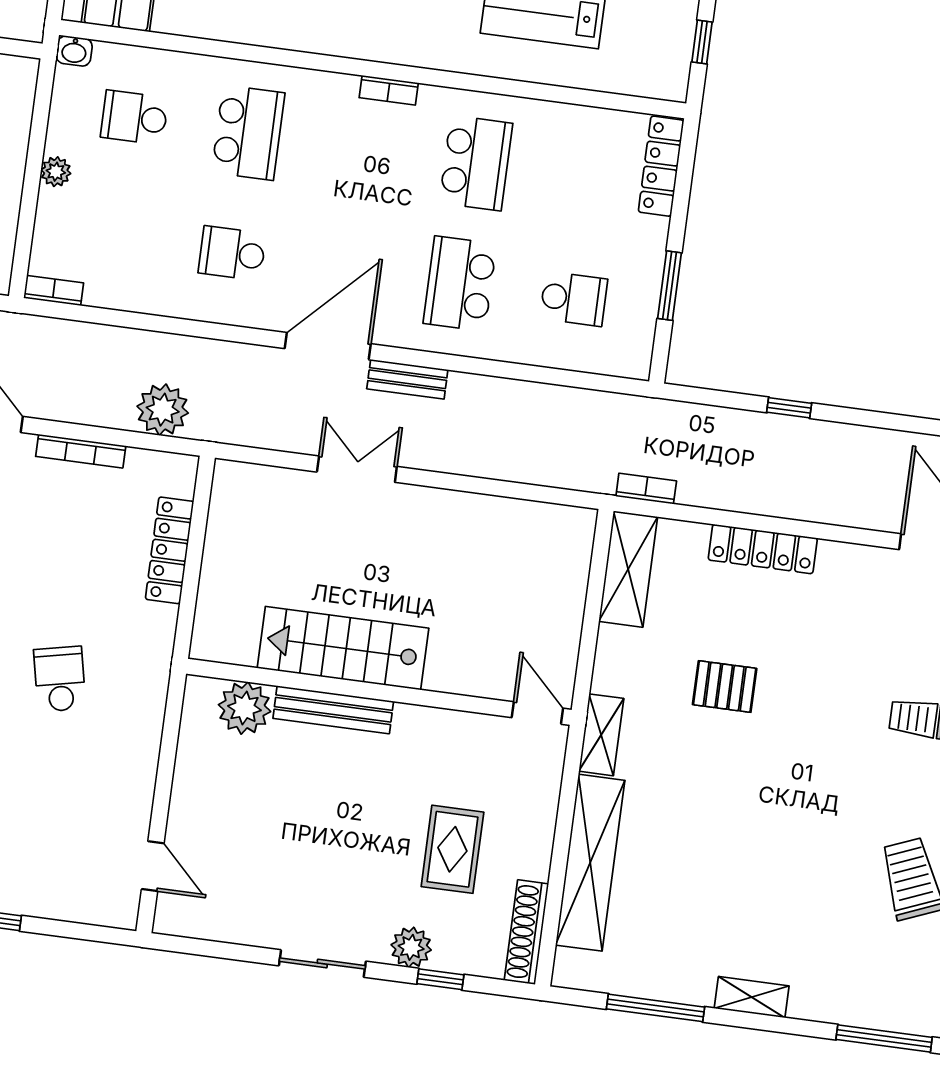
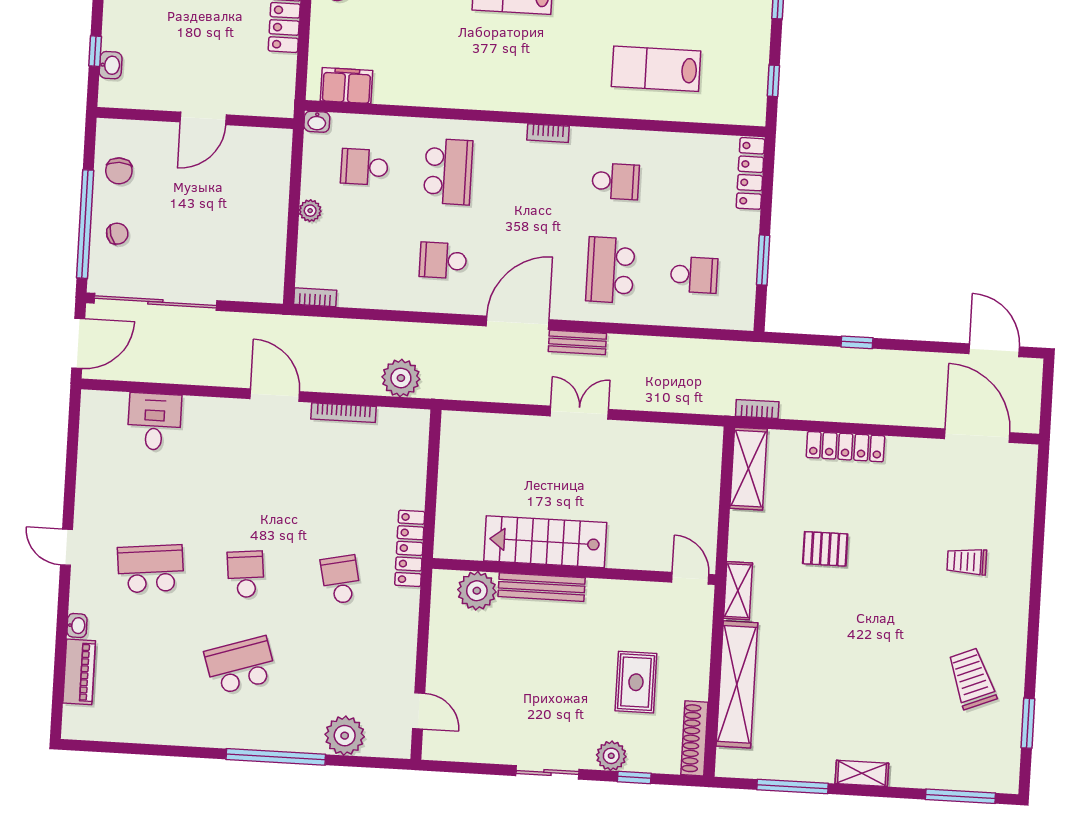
school desk: (476, 163) -> (615, 181), width x0.54
double door: (357, 469) -> (579, 413), moved
locker: (170, 550) -> (410, 548), moved
plant: (49, 892) -> (345, 736), added

